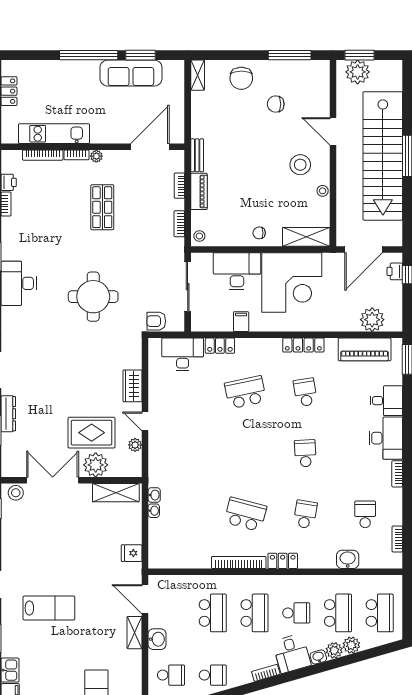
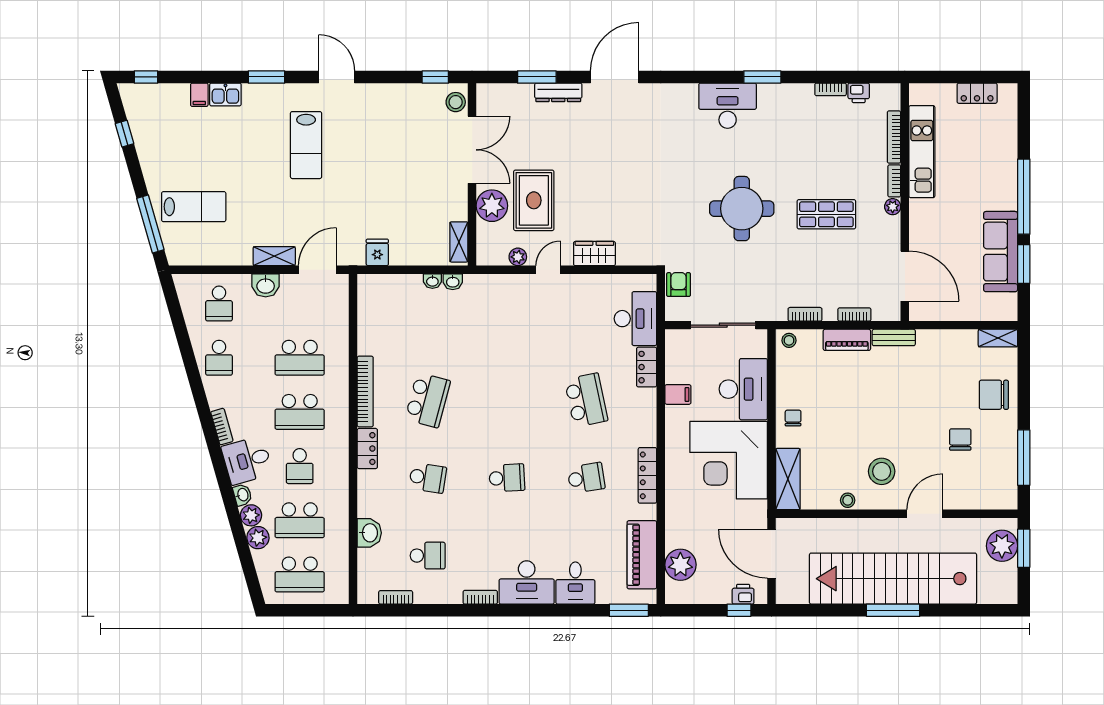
round table: (93, 297) -> (742, 209), moved
shelving: (116, 493) -> (459, 242), width x0.67, depth x0.75

